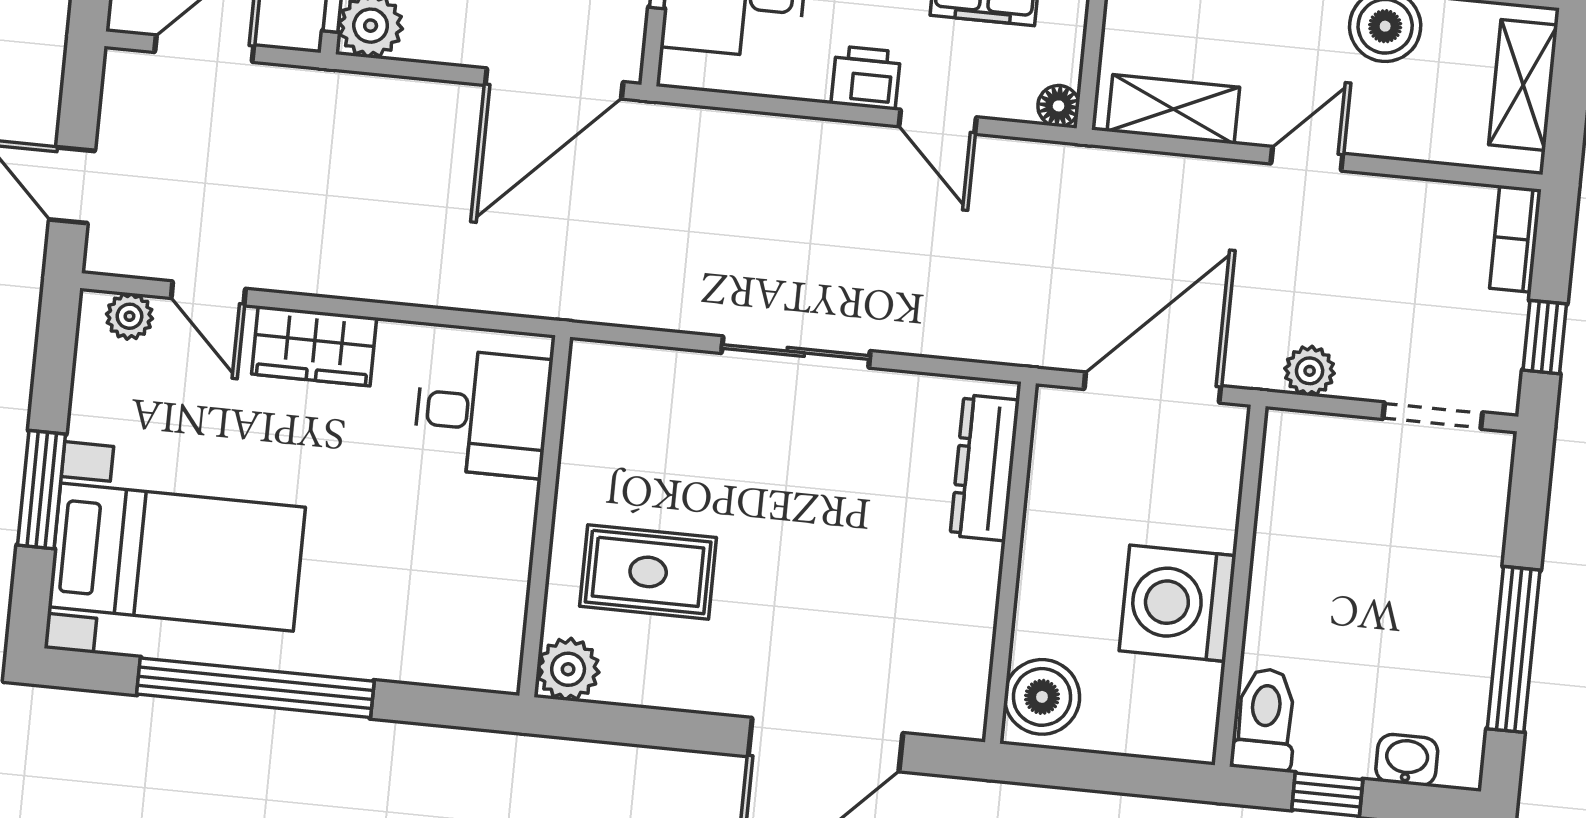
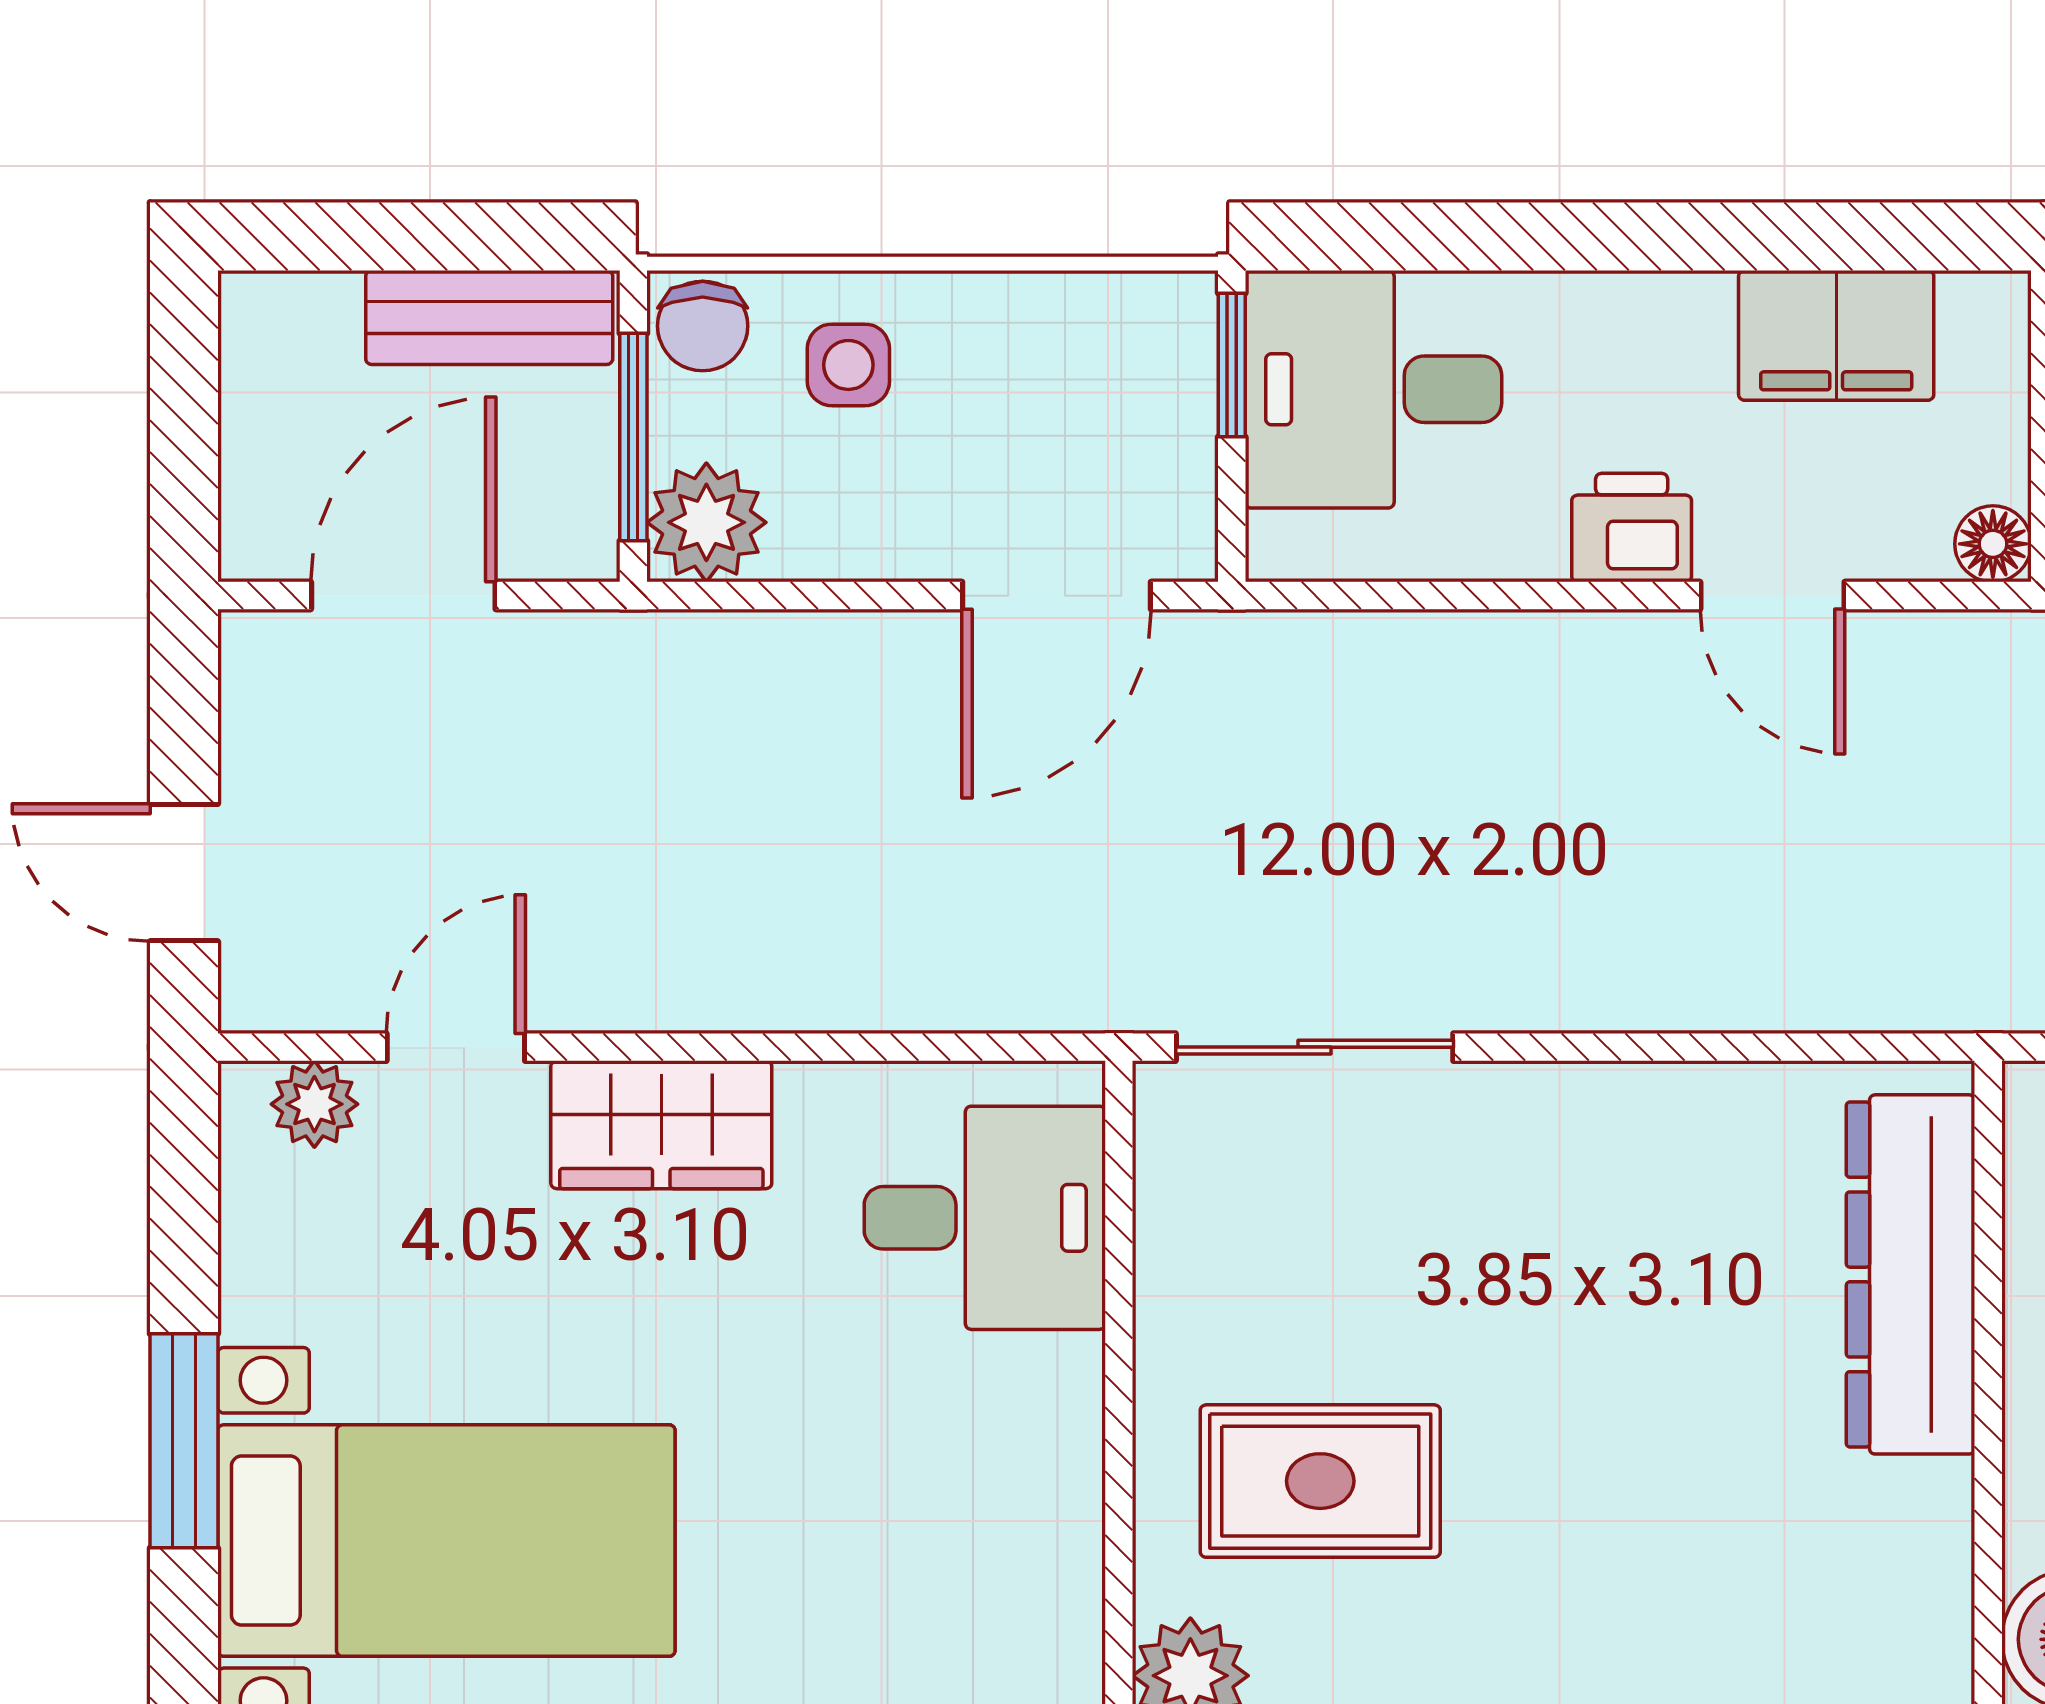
door: (554, 84) -> (1056, 596), width x0.73
door: (208, 293) -> (456, 1047), swing flipped
sliding door: (796, 352) -> (1315, 1047), moved
dresser: (985, 468) -> (1911, 1274), width x1.37, depth x1.24

